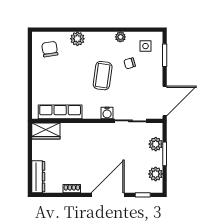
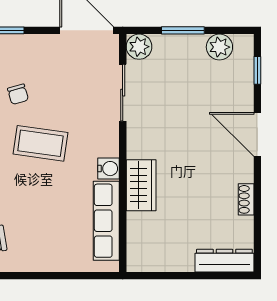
water cooler: (107, 113) -> (108, 169), moved
wardrobe: (46, 131) -> (141, 185), moved
plant: (156, 144) -> (139, 47), moved
door: (108, 195) -> (257, 134), width x0.73

